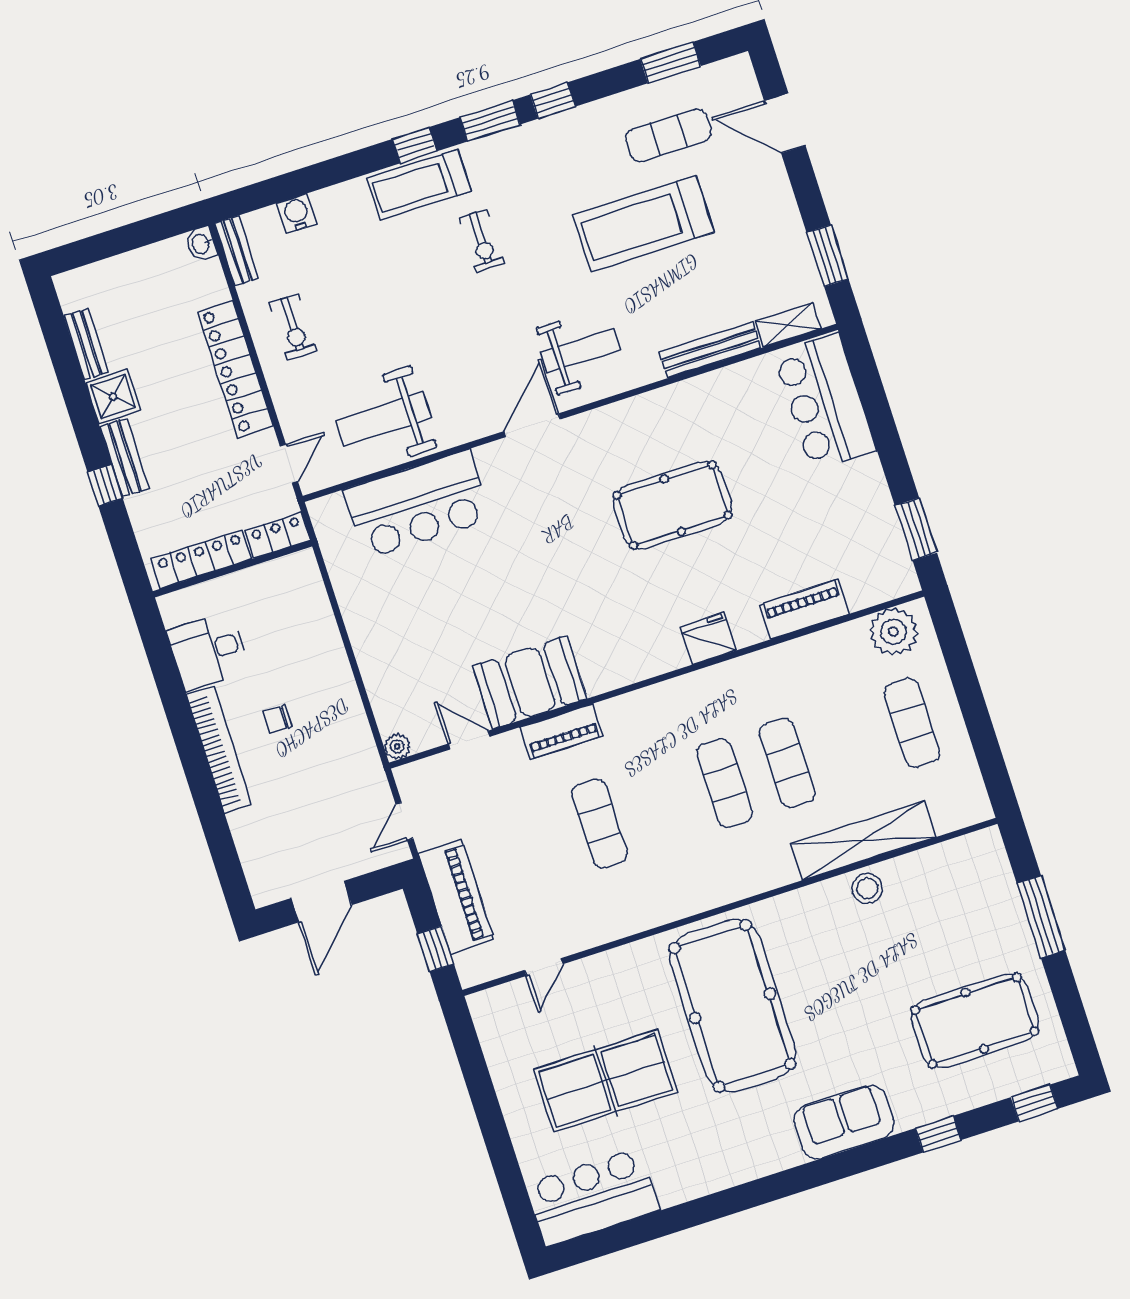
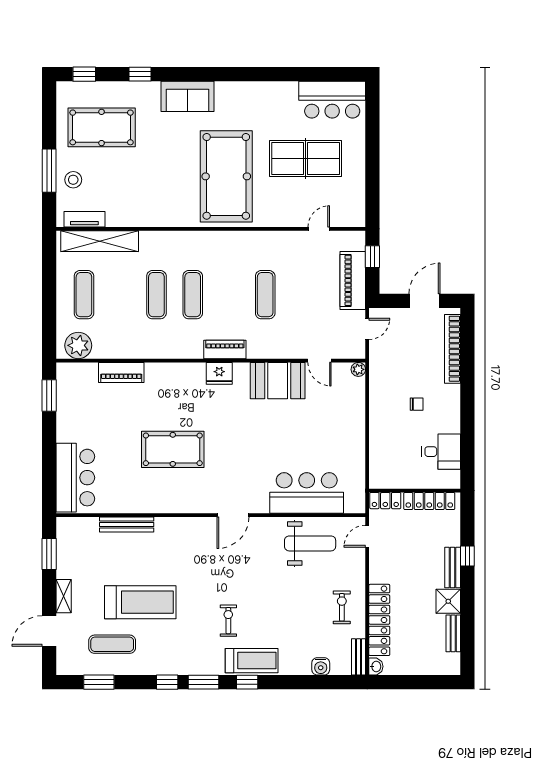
door: (785, 123) -> (49, 631), swing flipped
shelving: (788, 325) -> (64, 596), moved, turned 90
weight bench: (580, 351) -> (195, 546), removed
locker: (235, 369) -> (379, 620), moved
fridge: (708, 638) -> (219, 373), moved
piano: (561, 732) -> (225, 349), moved
bookcase: (219, 750) -> (452, 349), moved
shelving: (863, 840) -> (100, 241), moved
tv unit: (953, 853) -> (84, 219), added
stool: (867, 888) -> (73, 180), moved

